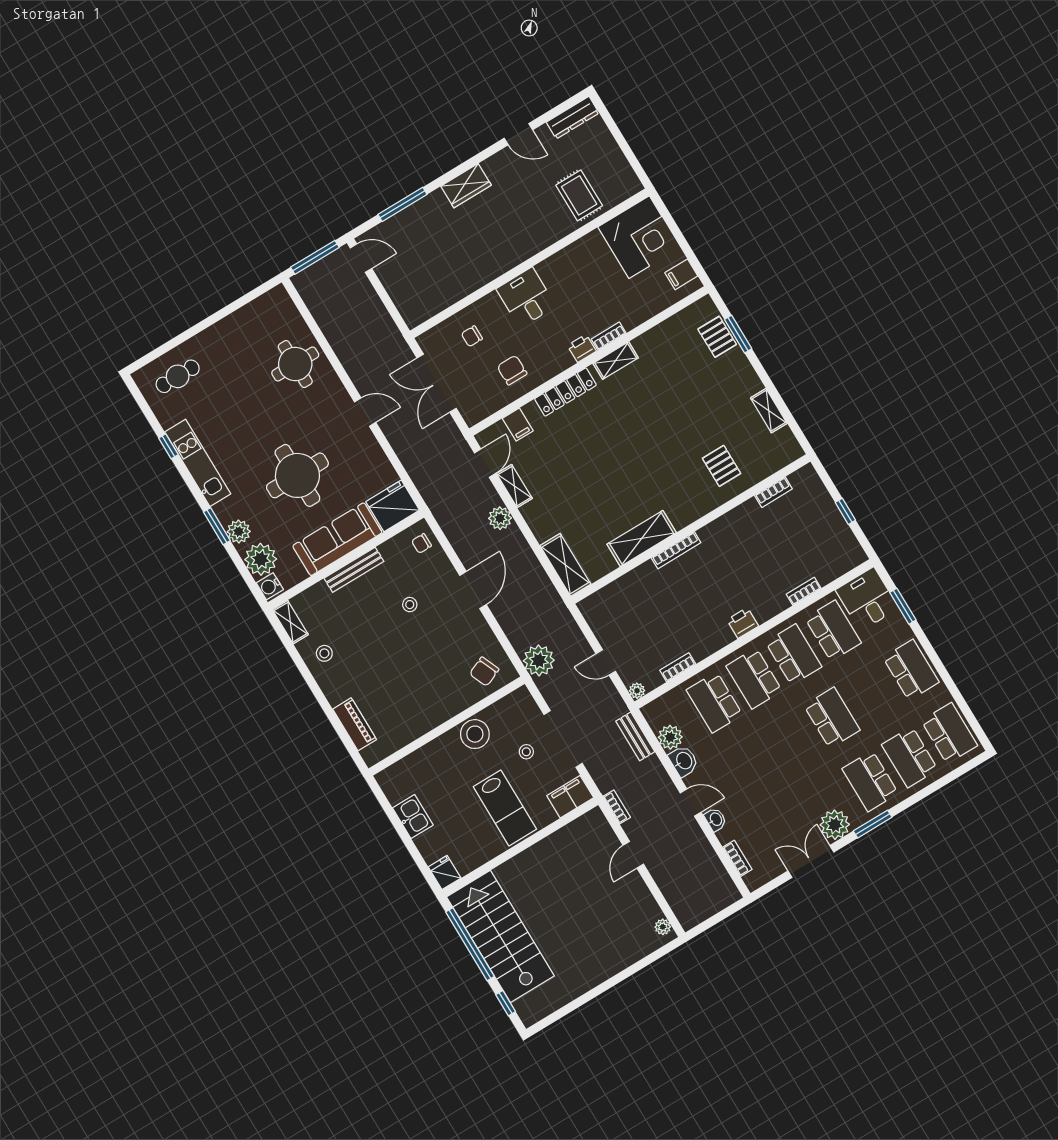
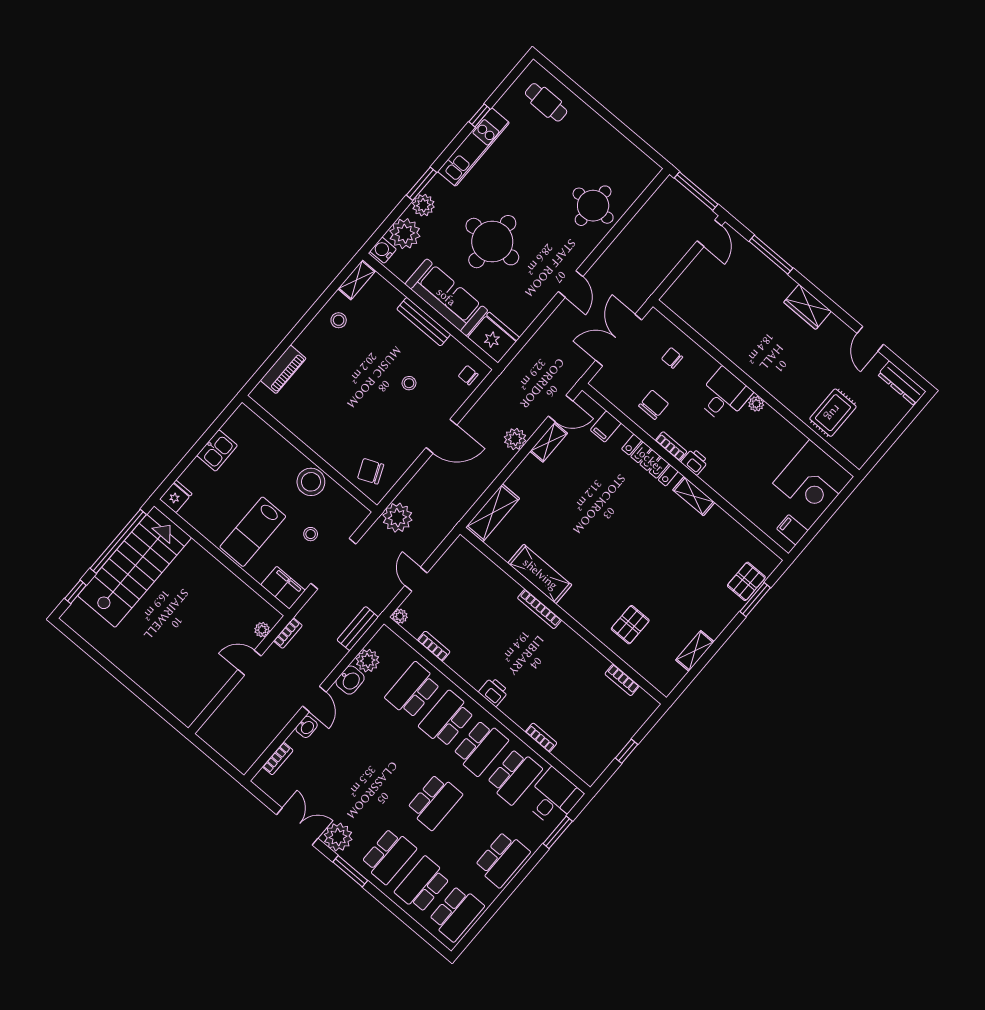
plant: (545, 268) -> (756, 404), added
bookcase: (609, 336) -> (671, 446), moved
school desk: (870, 781) -> (389, 856), turned 180
plant: (663, 927) -> (262, 630), moved

